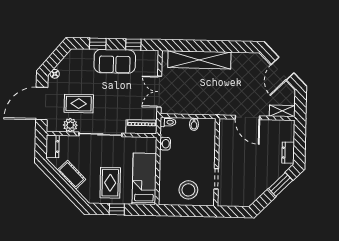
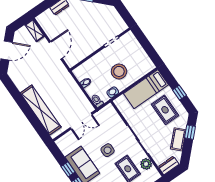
window: (133, 45) -> (68, 169), moved
side table: (112, 97) -> (108, 150), added
piano: (142, 127) -> (113, 116), removed
rug: (110, 183) -> (165, 110), turned 90
stool: (188, 190) -> (119, 71), moved
window: (70, 191) -> (190, 132), added

